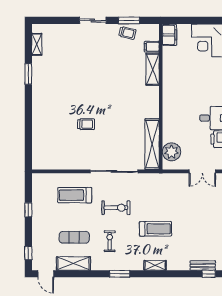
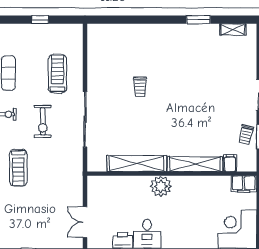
shelving: (153, 69) -> (195, 164), width x1.47
shelving: (152, 144) -> (137, 164), moved
plant: (172, 152) -> (161, 186), moved

